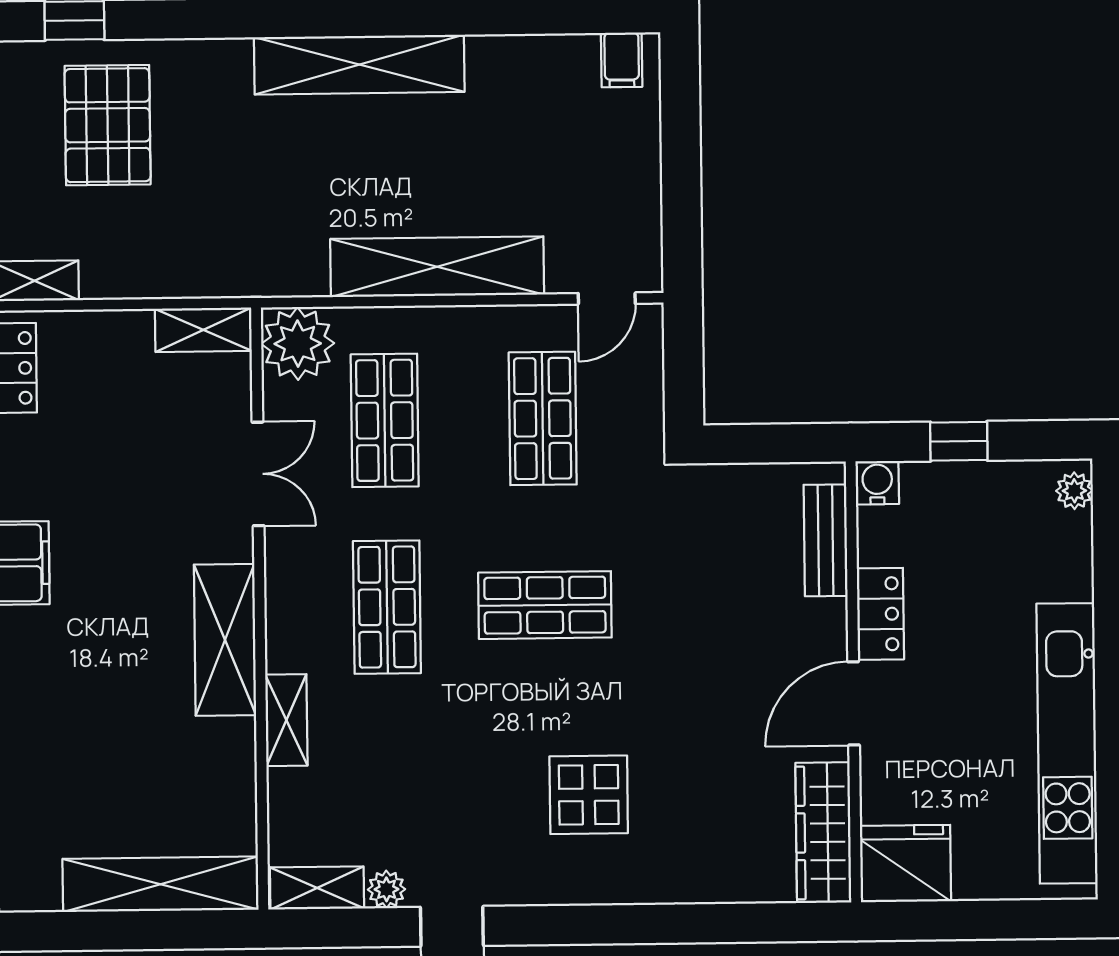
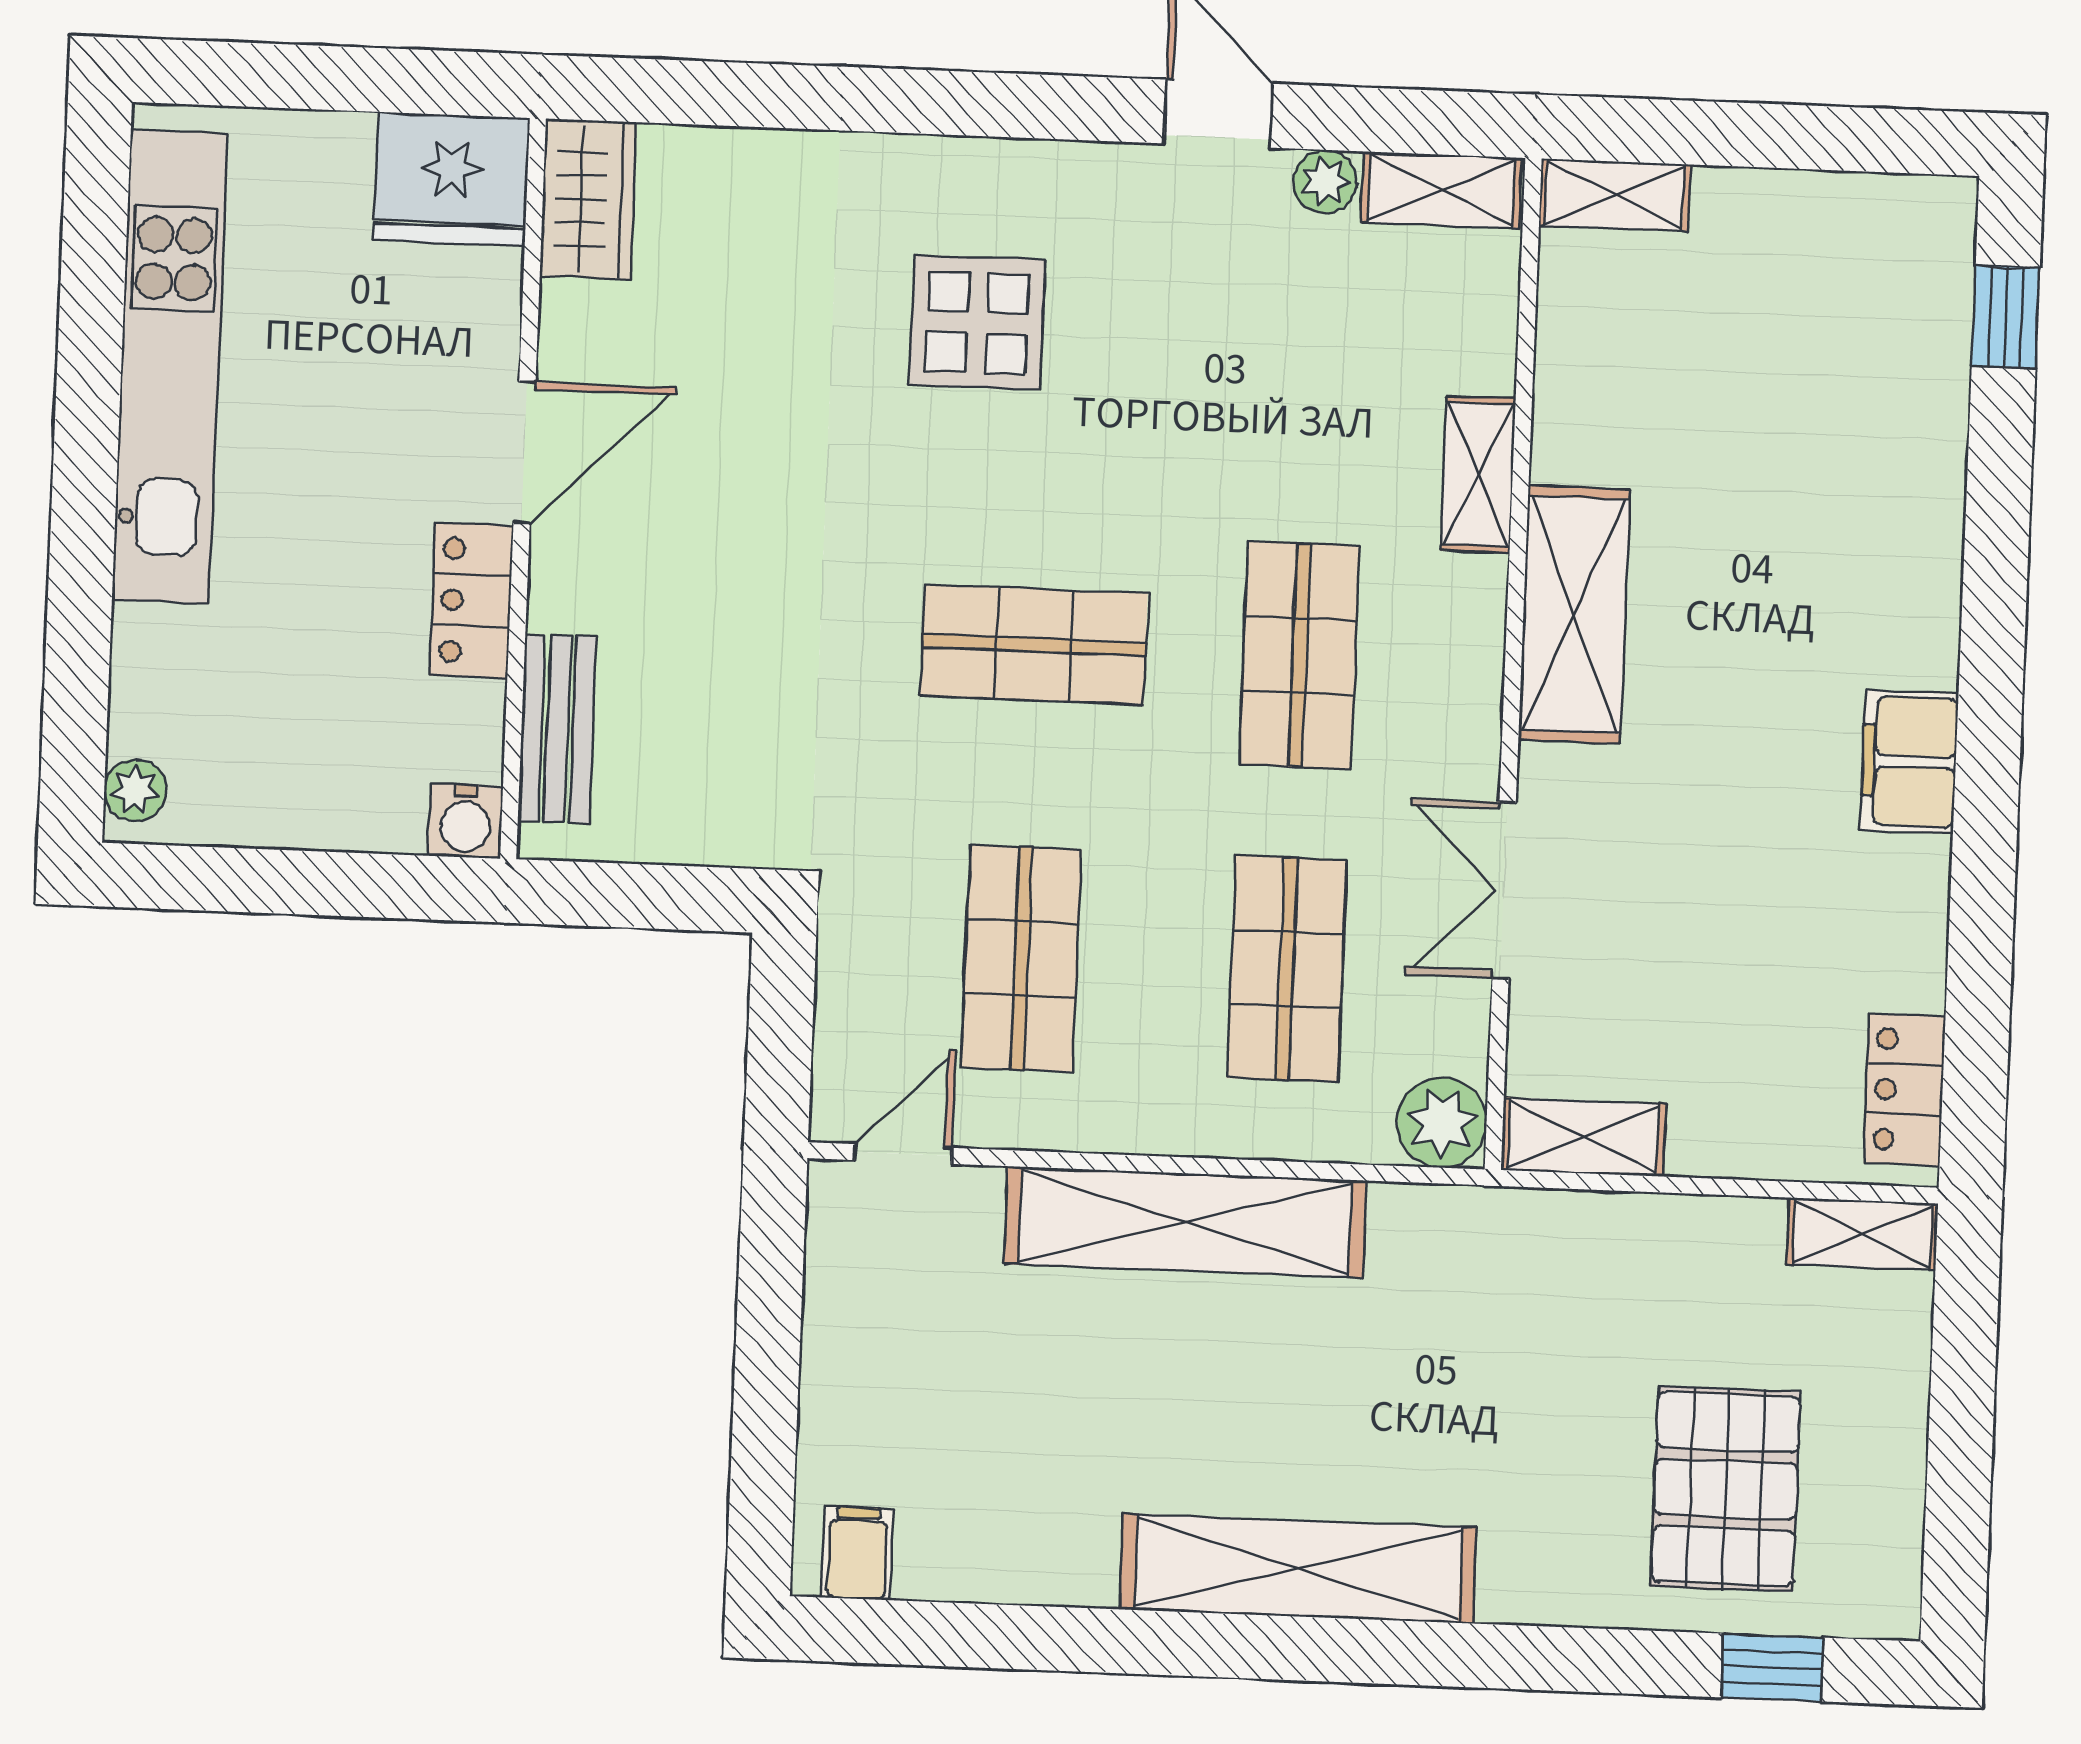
plant: (298, 344) -> (1442, 1123), width x0.73, depth x0.73
window: (959, 441) -> (325, 883), removed
wardrobe: (823, 833) -> (588, 199), width x0.67
shelving: (161, 884) -> (1615, 195), width x0.45, depth x0.75

